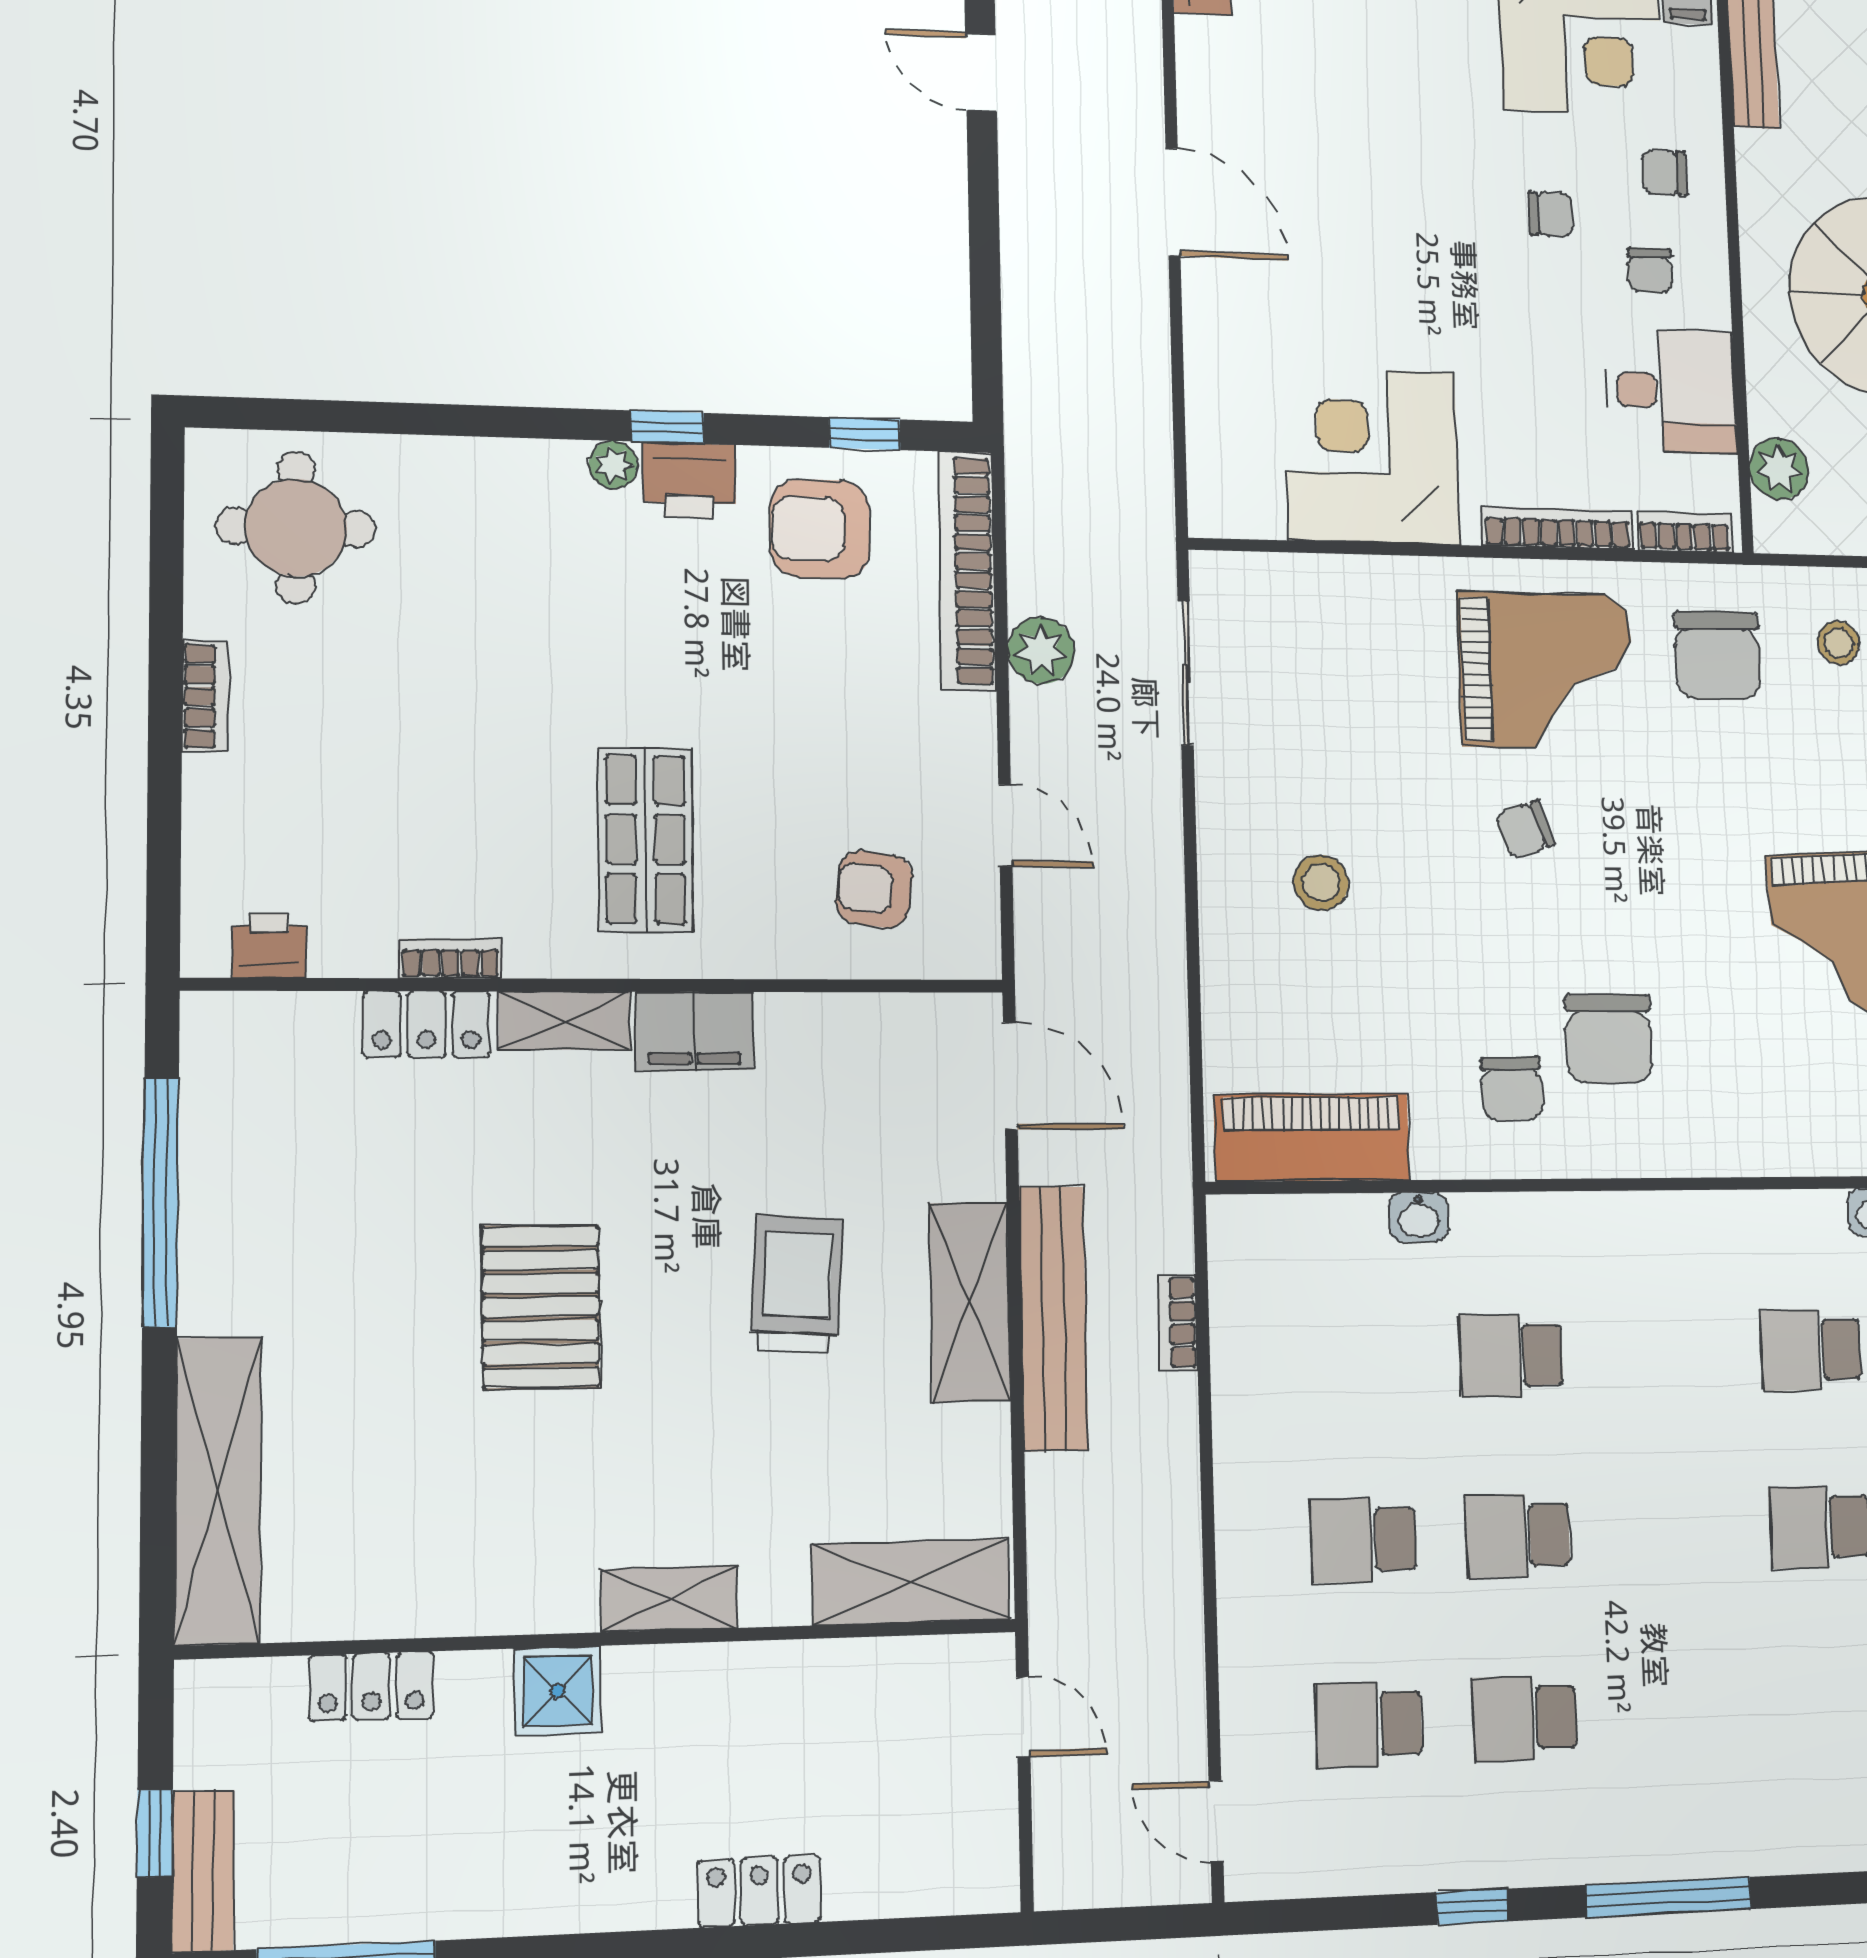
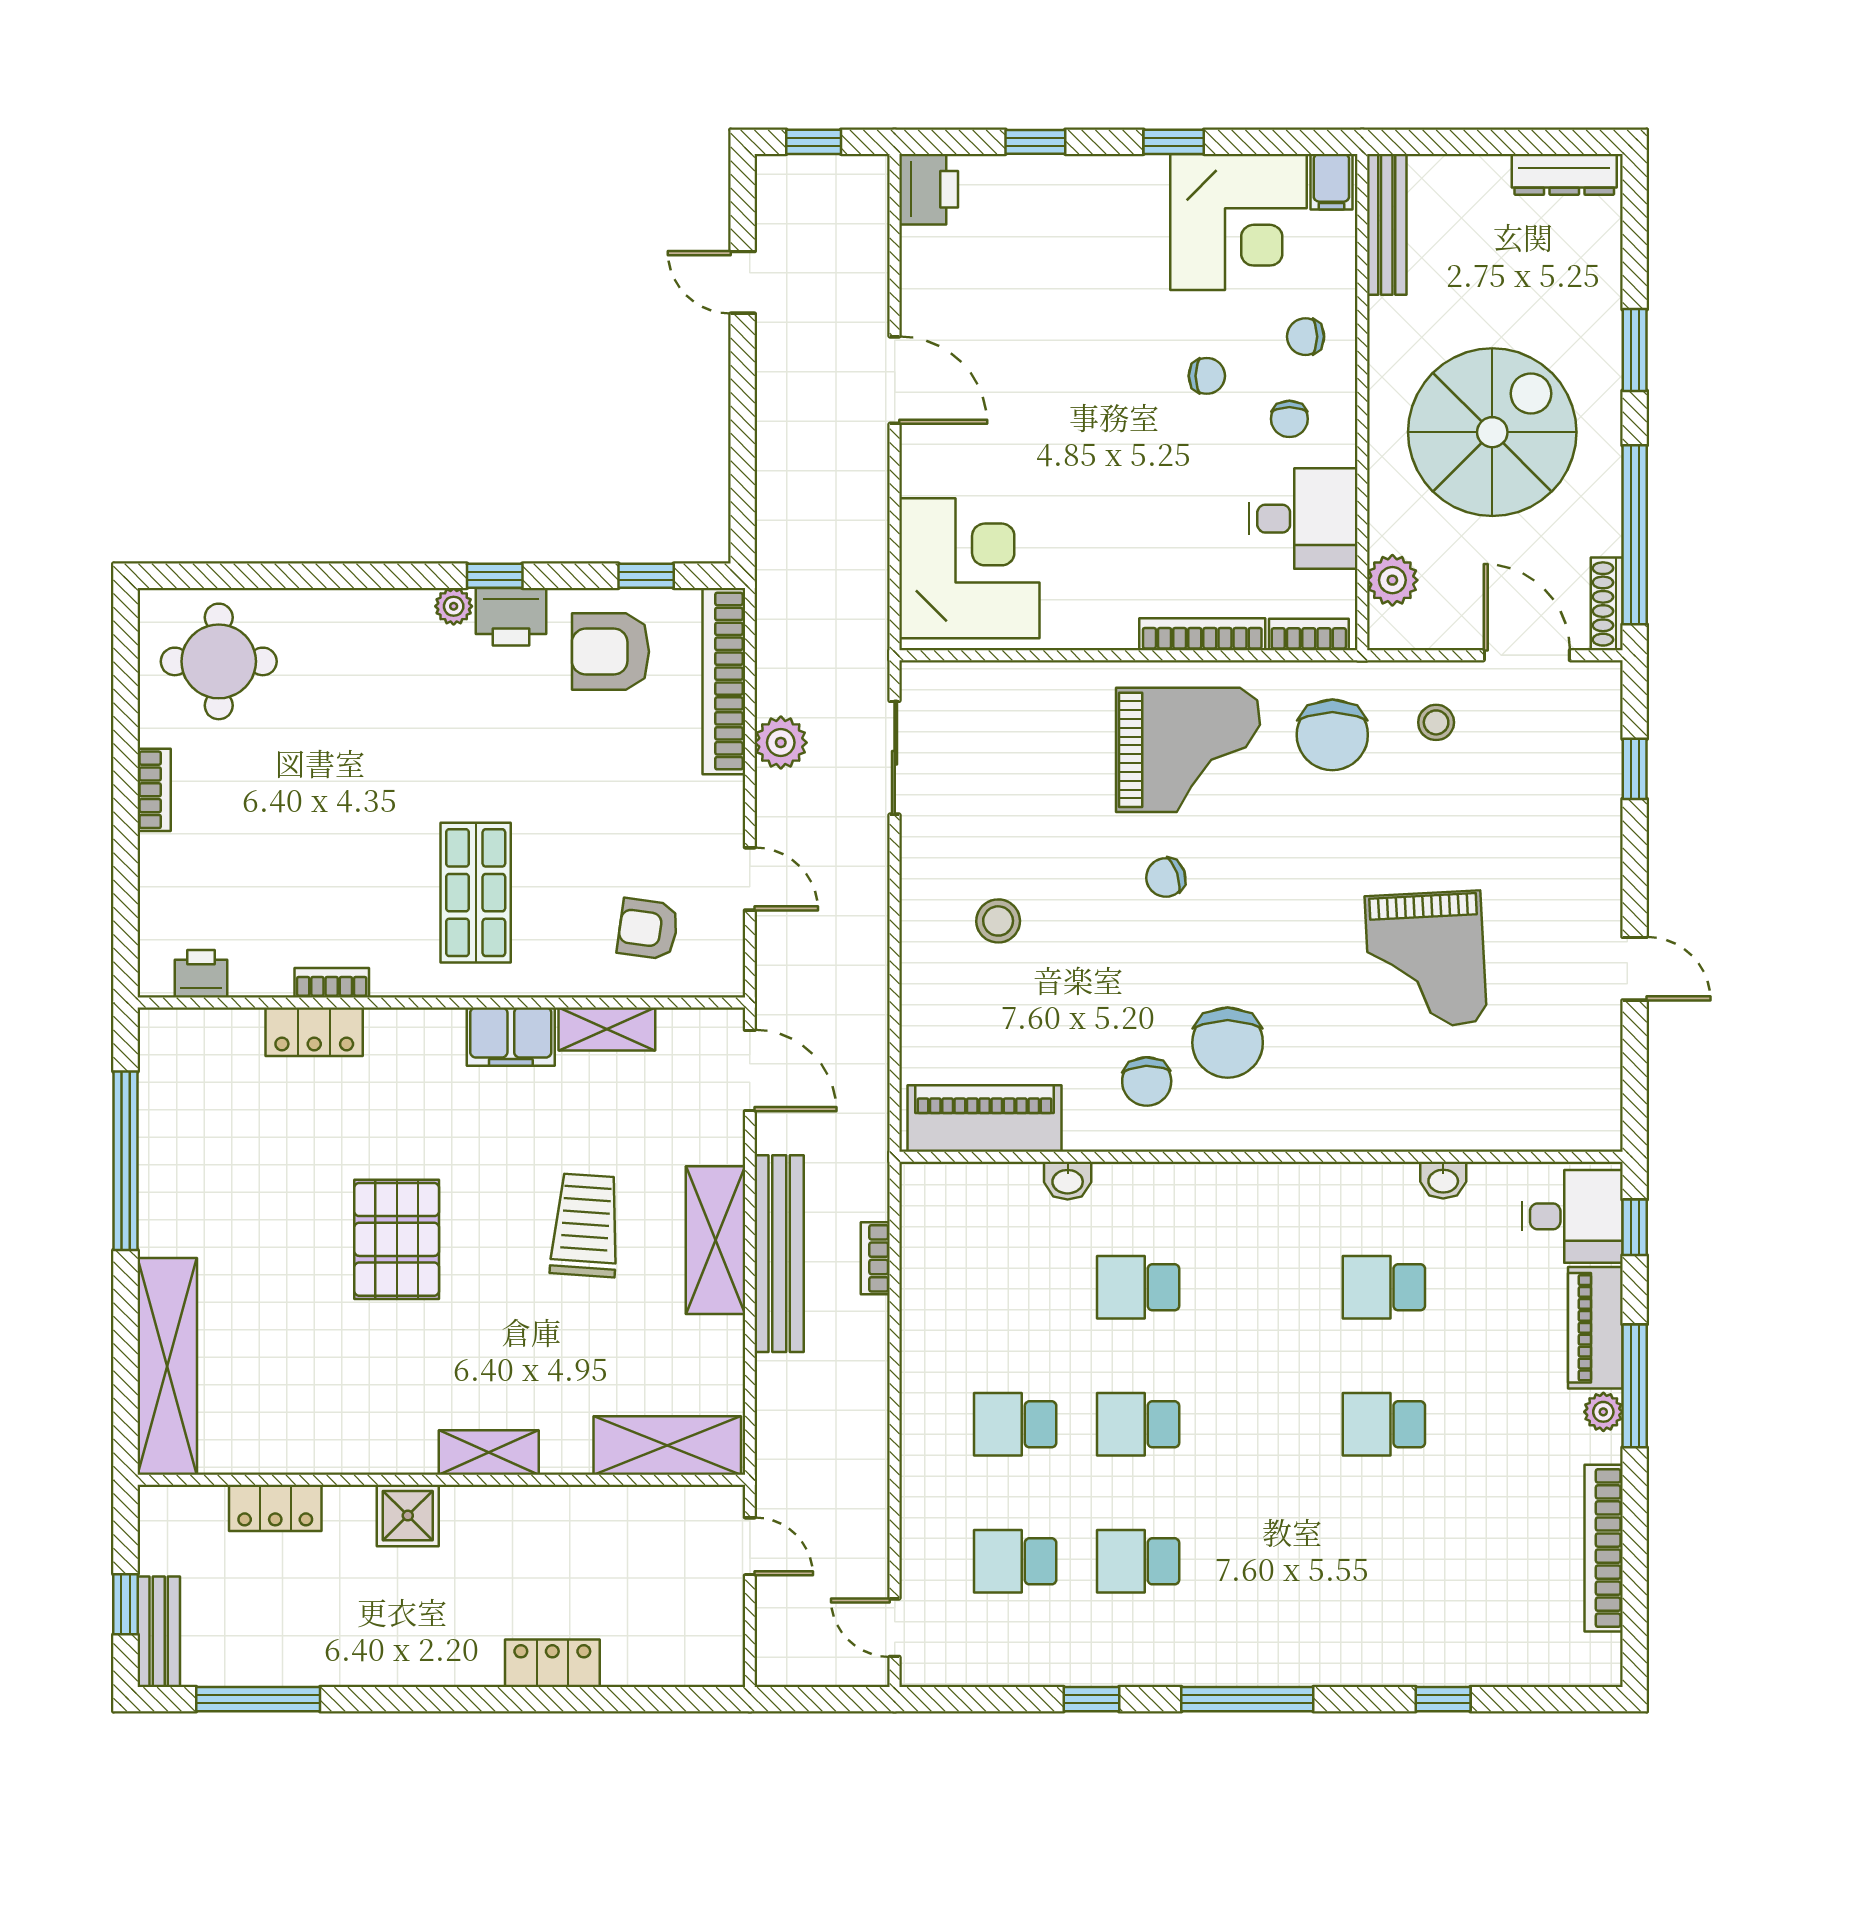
corner desk: (1372, 456) -> (969, 568), moved, turned 90
shelving: (564, 1021) -> (607, 1029), moved

